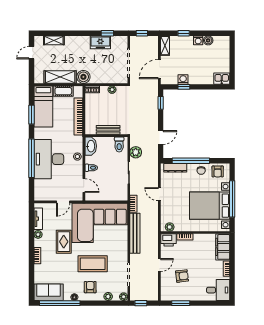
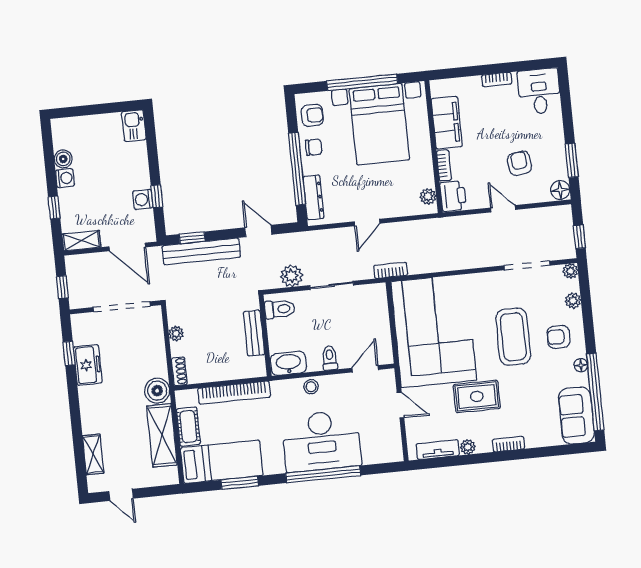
bench: (135, 233) -> (201, 251), moved
filing cabinet: (223, 247) -> (447, 123), moved, turned -90
floor lamp: (166, 296) -> (560, 190), added

